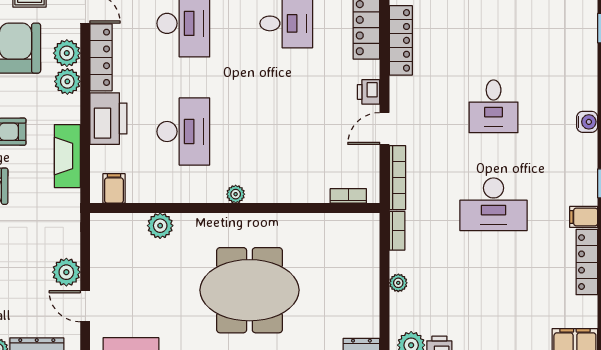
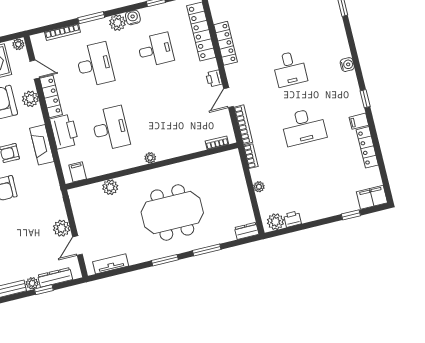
plant: (67, 81) -> (35, 115), removed
fireplace: (67, 156) -> (42, 145), moved
door: (85, 306) -> (78, 246), hinge flipped

